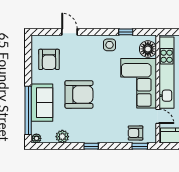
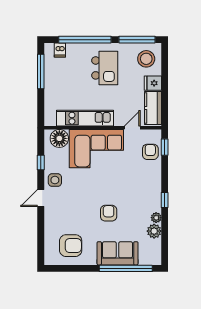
door: (69, 32) -> (41, 198), moved
kitchen unit: (167, 73) -> (85, 118), width x0.73
armchair: (79, 94) -> (109, 213), width x0.53, depth x0.53
armchair: (136, 133) -> (150, 152), turned 180
plant: (36, 138) -> (156, 218), moved

